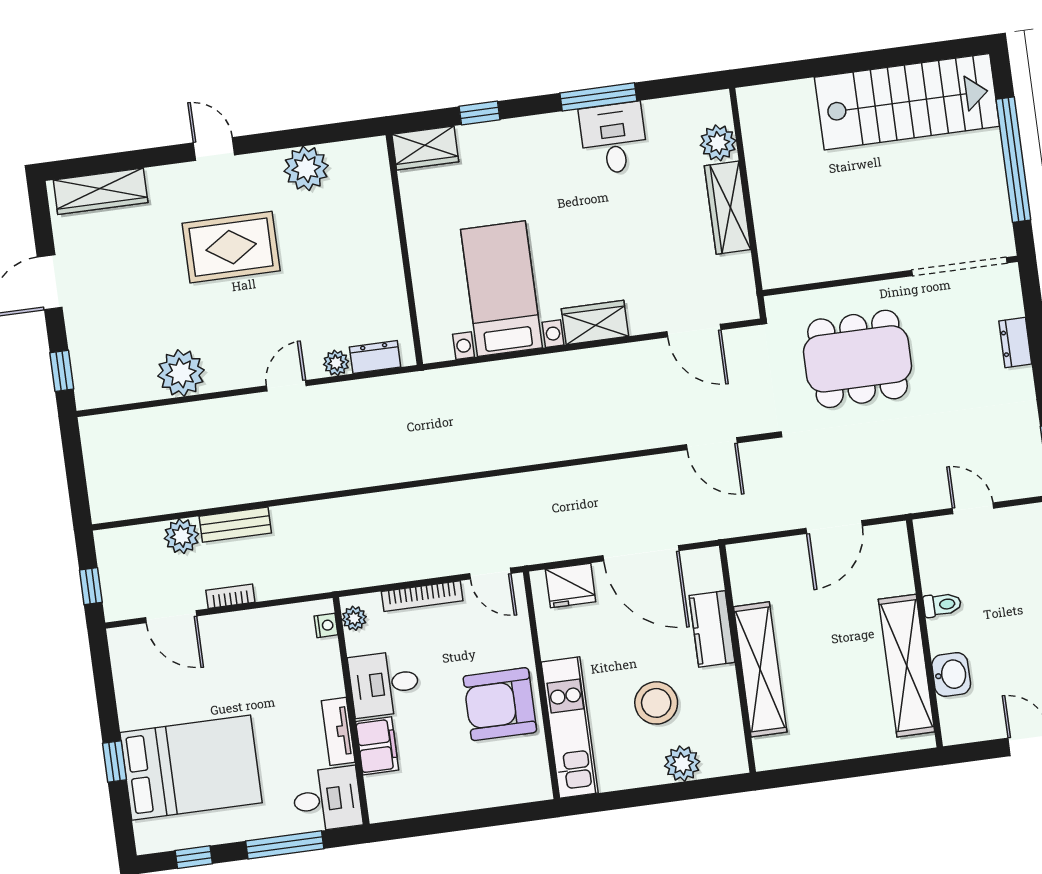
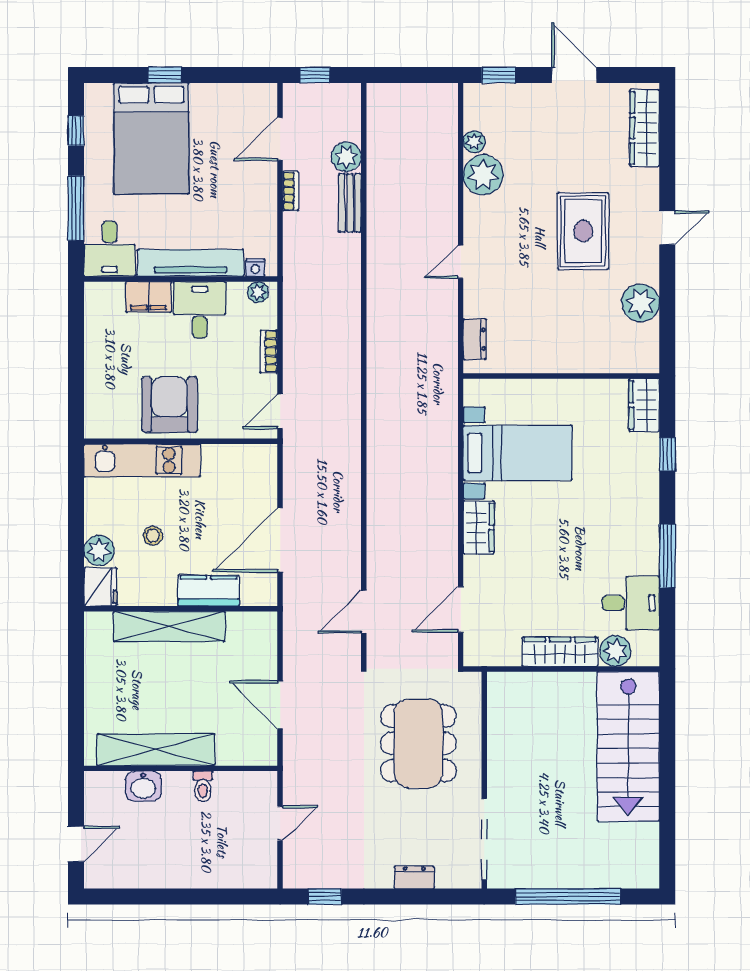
stairs: (907, 102) -> (628, 746), moved
desk: (614, 138) -> (631, 603), moved
plant: (336, 363) -> (474, 142), moved
door: (286, 386) -> (461, 262), swing flipped
fridge: (571, 586) -> (100, 587), moved, turned 180
bookcase: (422, 596) -> (269, 352), width x0.64
stool: (656, 703) -> (153, 536), width x0.53, depth x0.53
tv unit: (338, 731) -> (191, 263), width x1.92, depth x1.29

